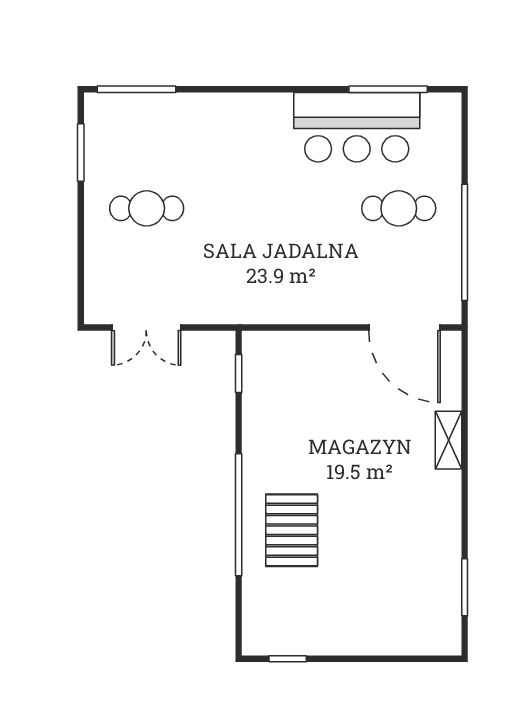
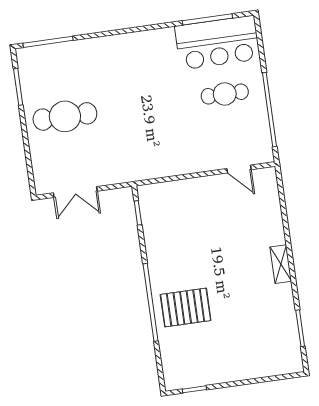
bar counter: (357, 127) -> (217, 43), moved
cafe table: (147, 208) -> (65, 116), width x1.37, depth x1.35
door: (404, 328) -> (239, 169), width x0.53
shelving: (448, 440) -> (281, 264), moved
pallet: (292, 530) -> (186, 307), turned 90

